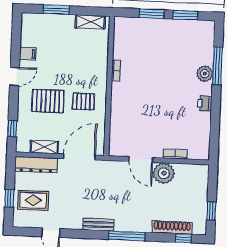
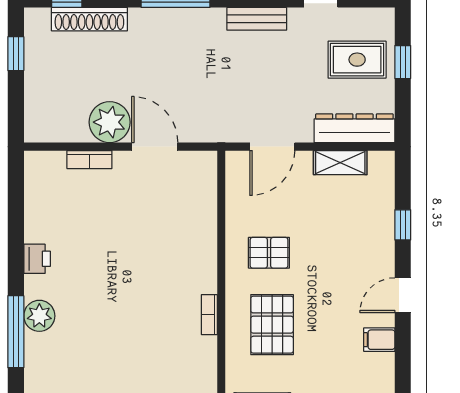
pallet: (48, 101) -> (272, 325), moved, turned 90
window: (12, 129) -> (403, 225), moved
door: (79, 157) -> (272, 147), width x0.73
bench: (98, 225) -> (257, 19), moved

